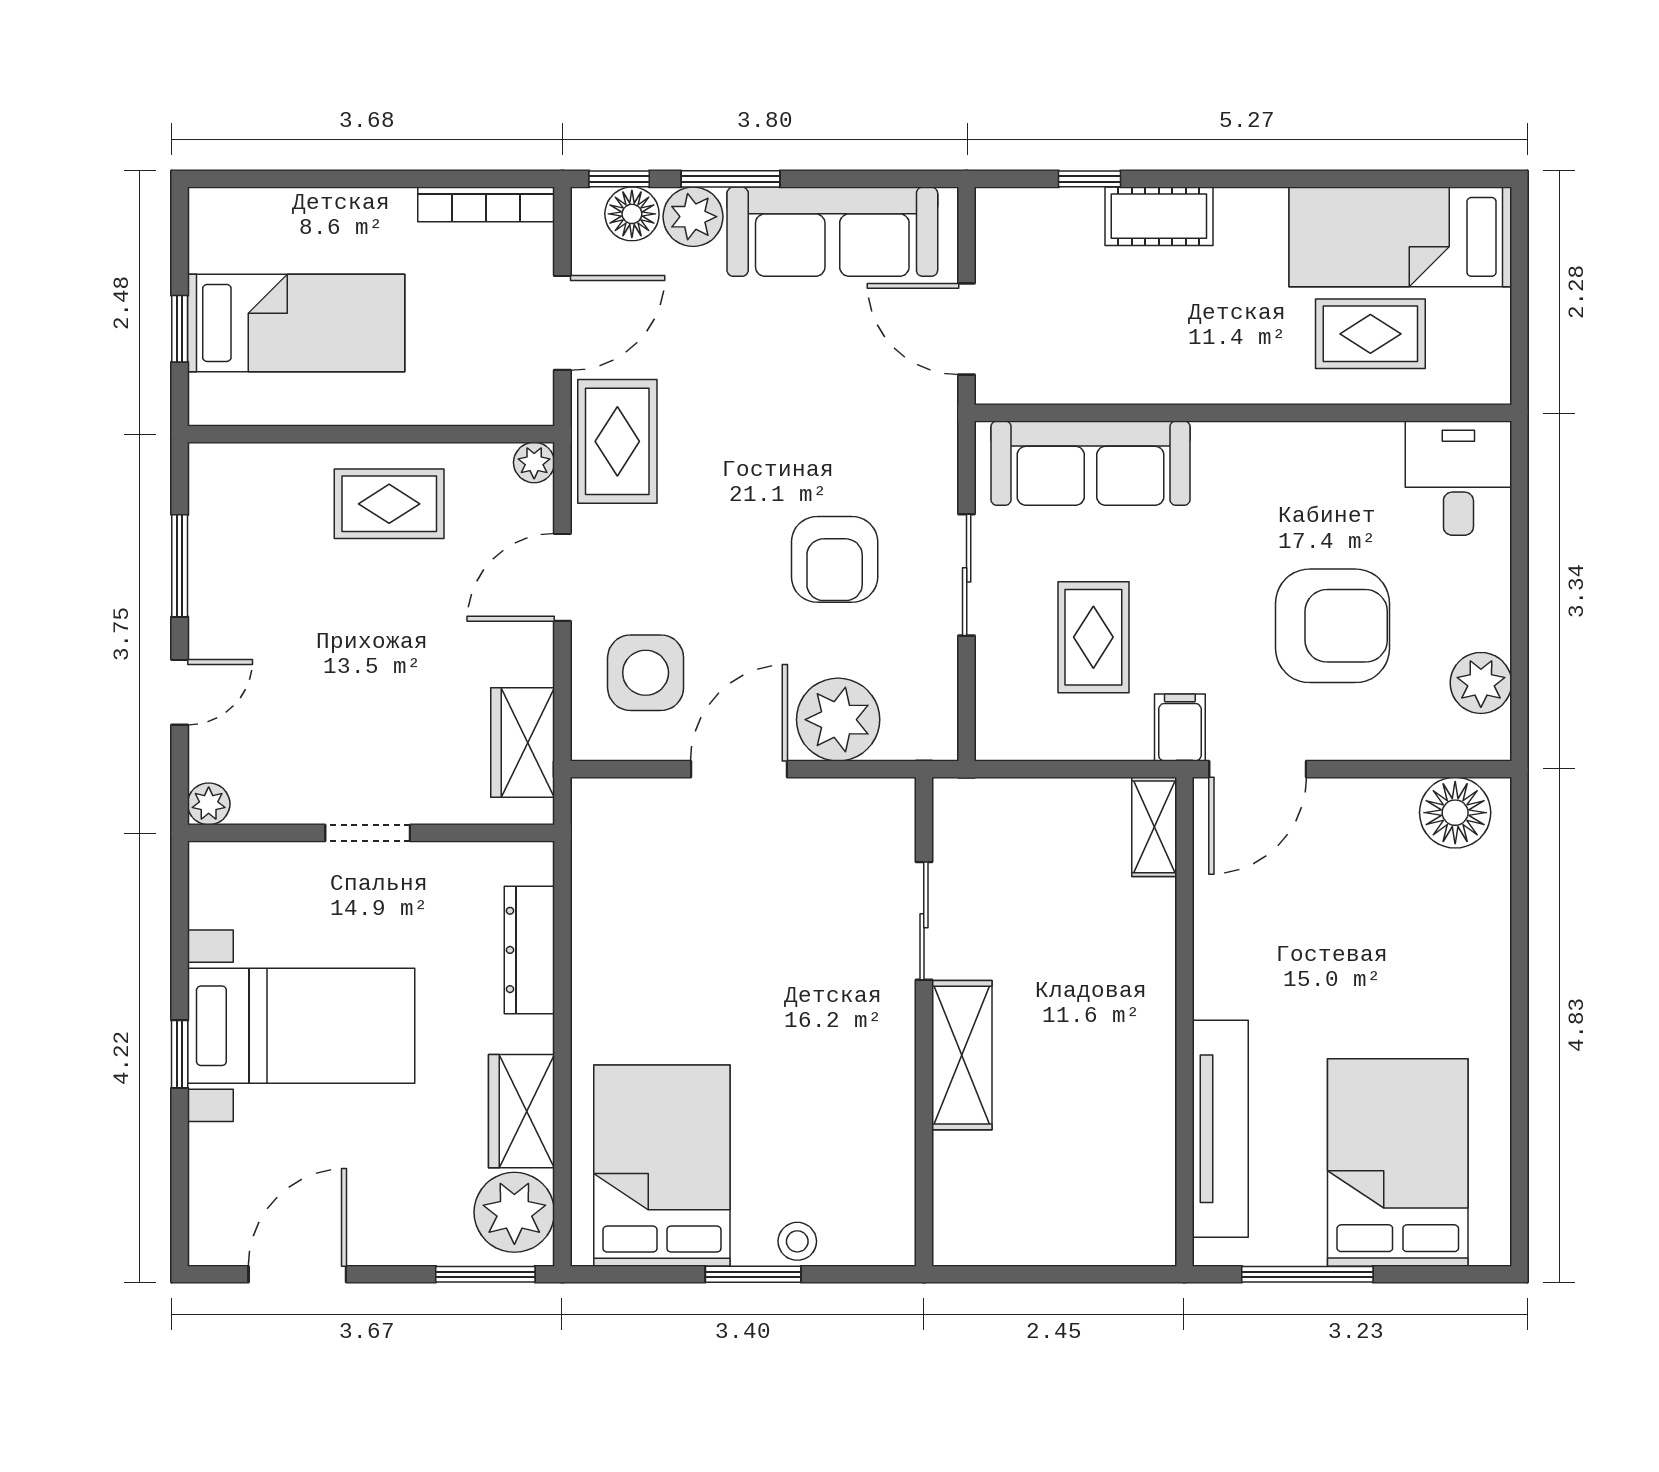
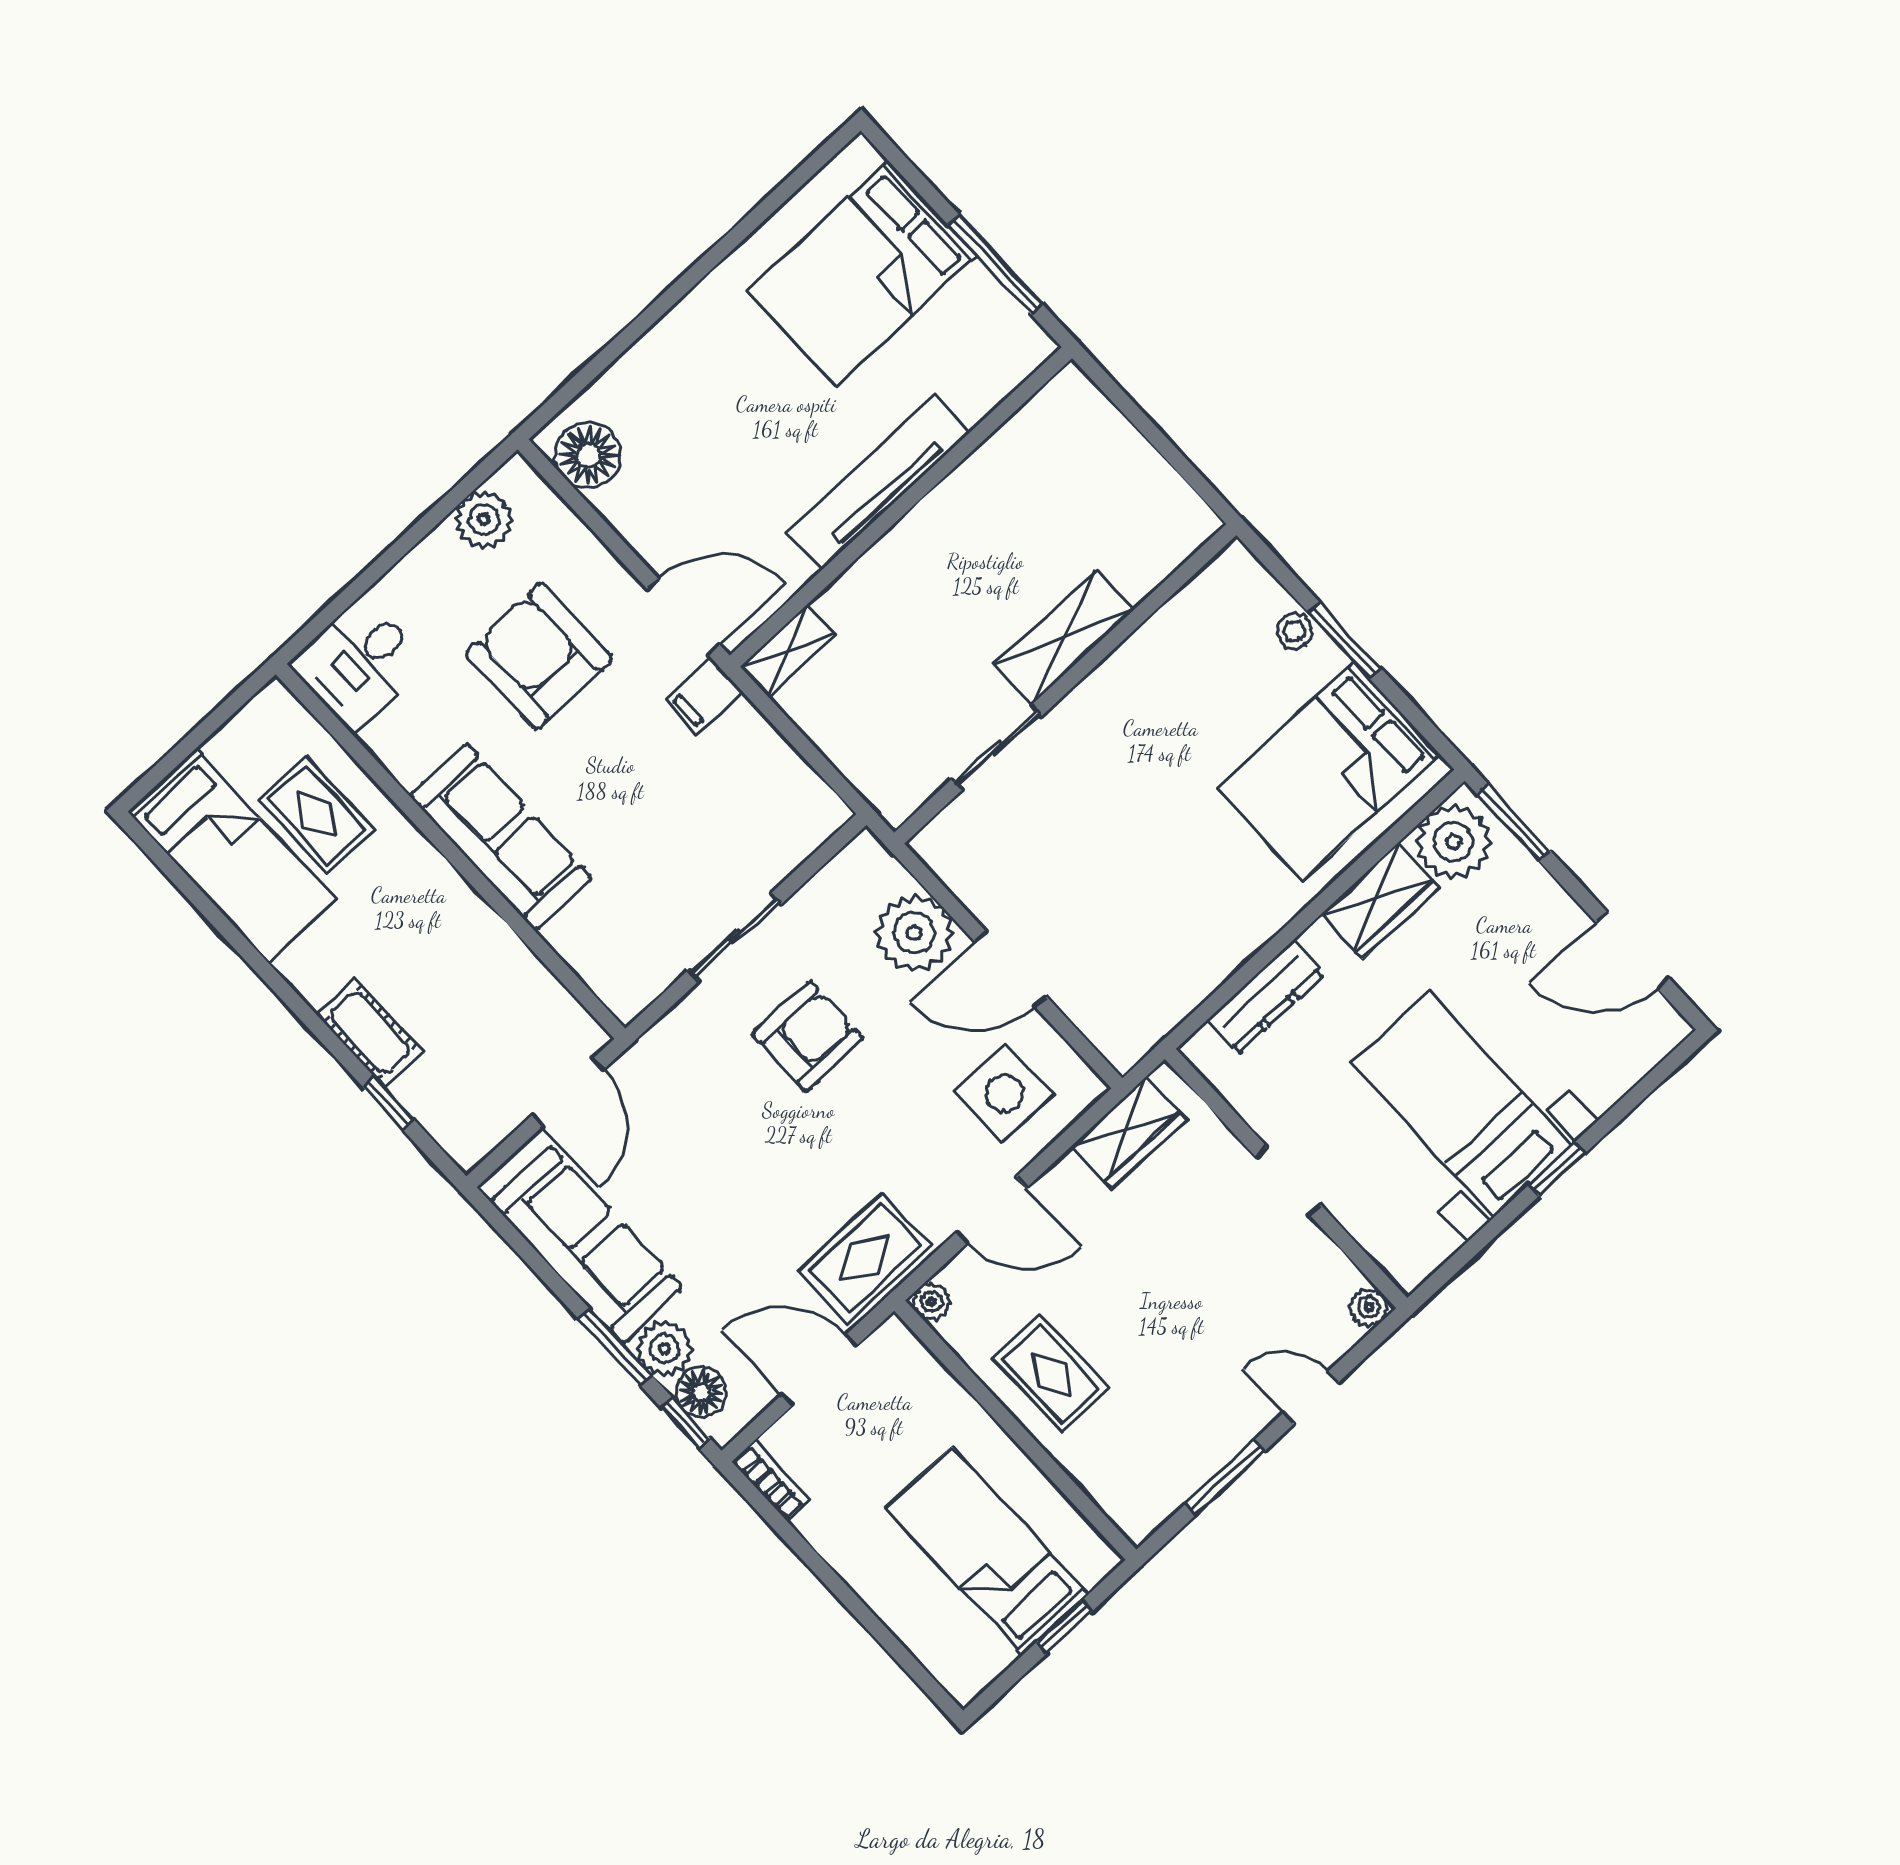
bookcase: (486, 204) -> (771, 1480), width x0.64
sofa: (1090, 463) -> (501, 837), moved
rug: (1093, 637) -> (697, 811), removed
tv unit: (1220, 1129) -> (878, 483), moved

